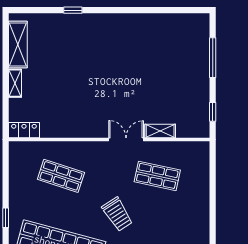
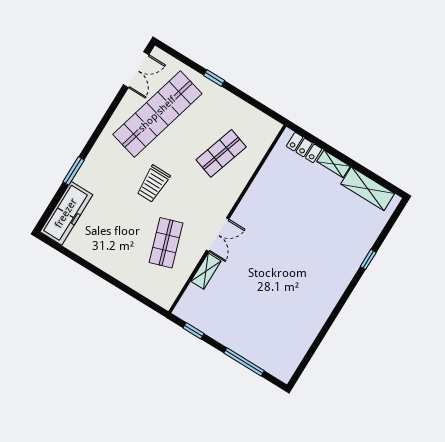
locker: (24, 130) -> (304, 148), moved, turned 90
shop shelf: (157, 176) -> (166, 243), turned -30
trolley: (117, 214) -> (153, 184), turned -57

